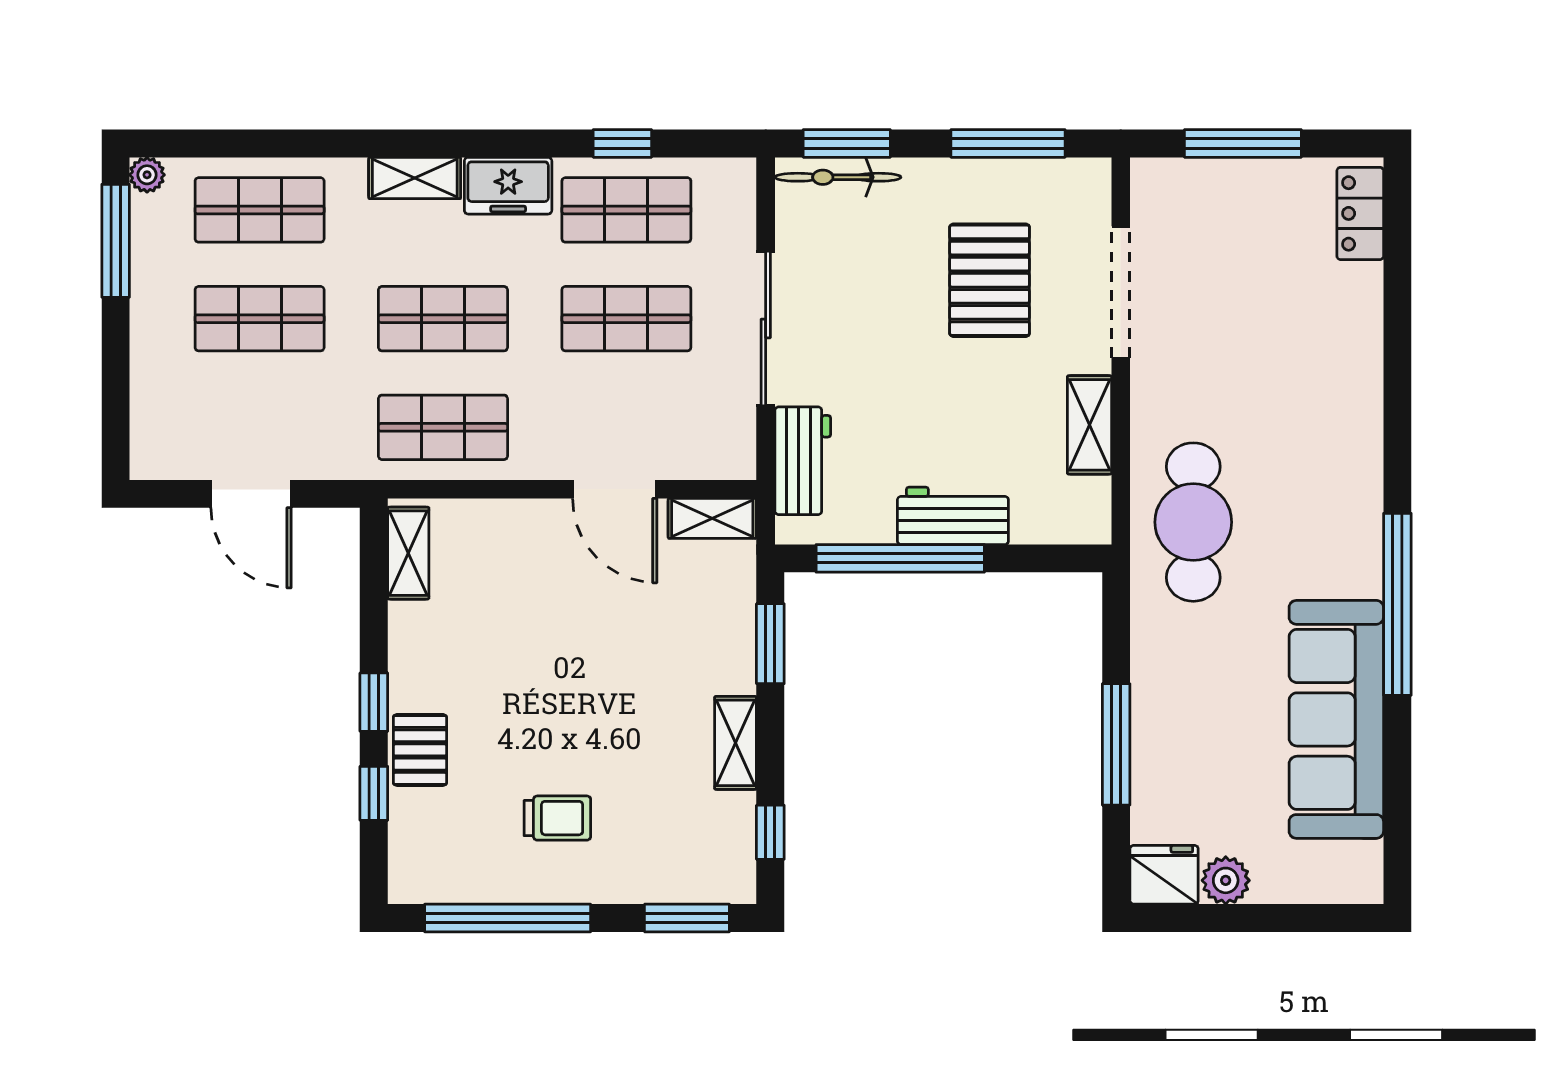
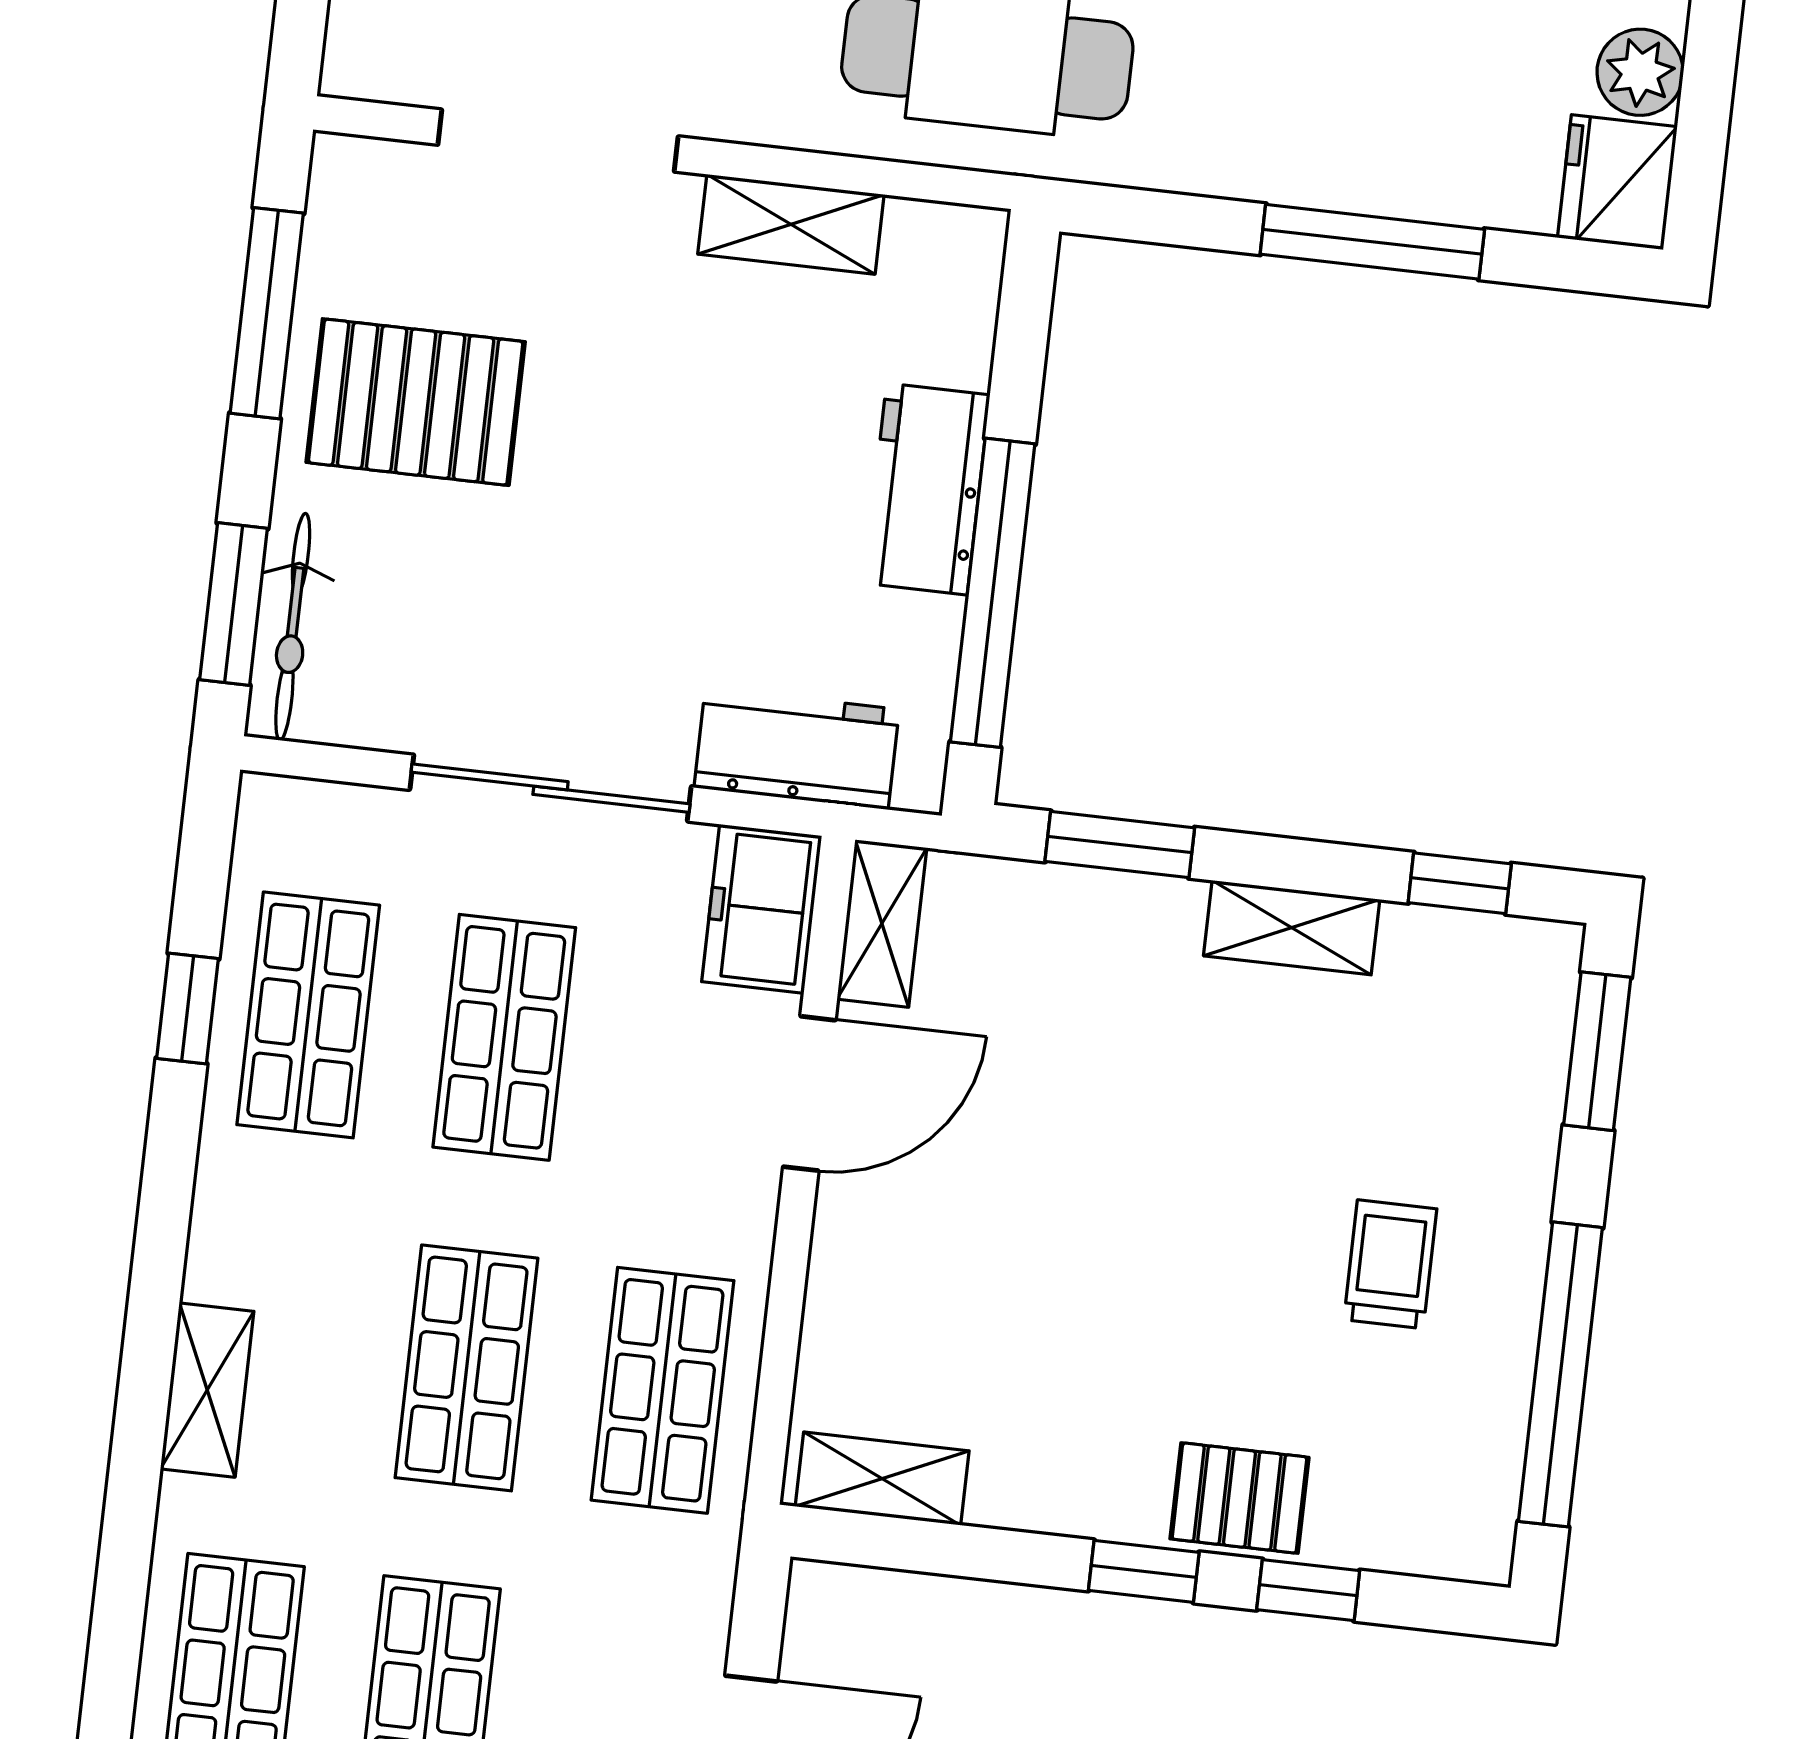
freezer: (508, 186) -> (762, 909), moved, turned 180
pallet: (990, 280) -> (416, 402), moved

